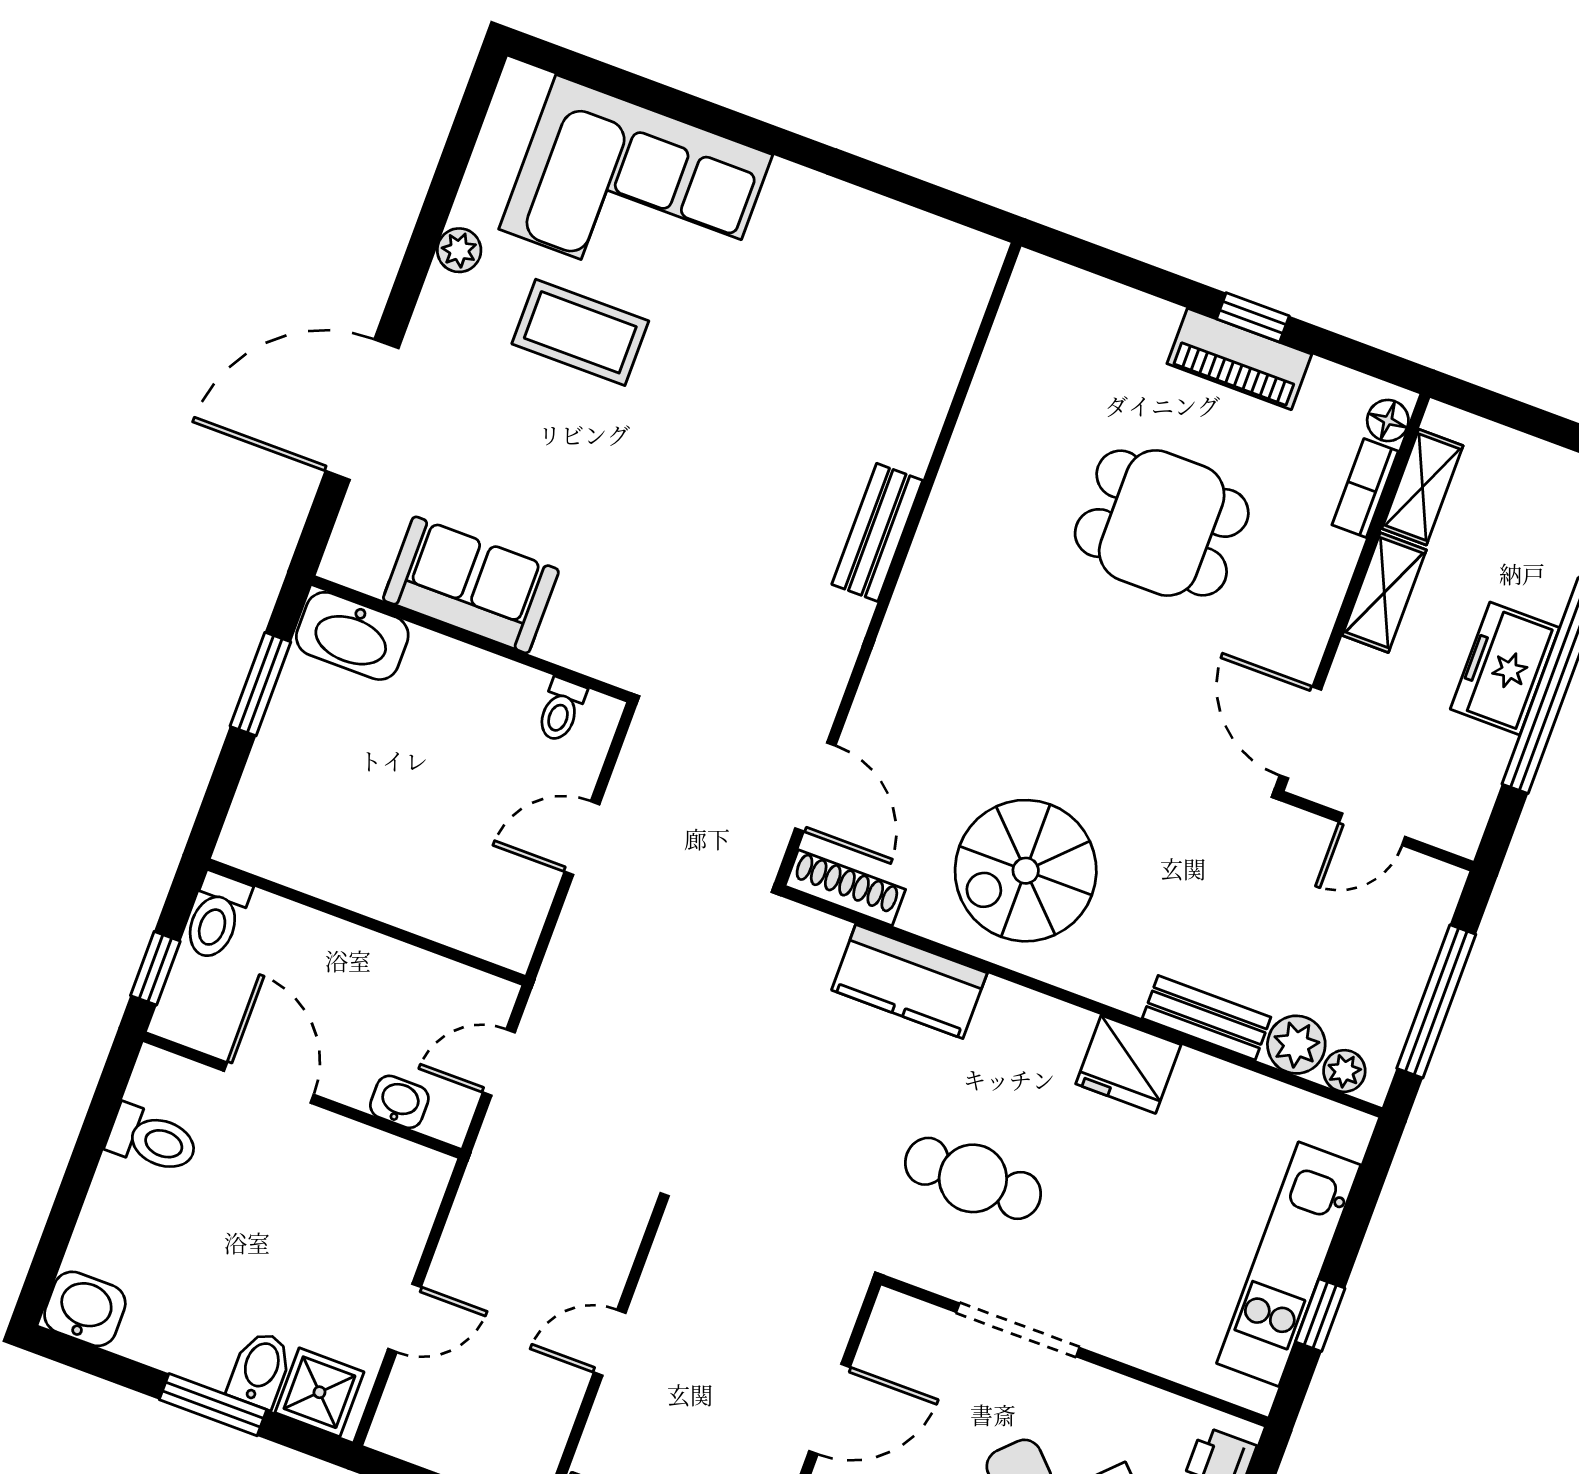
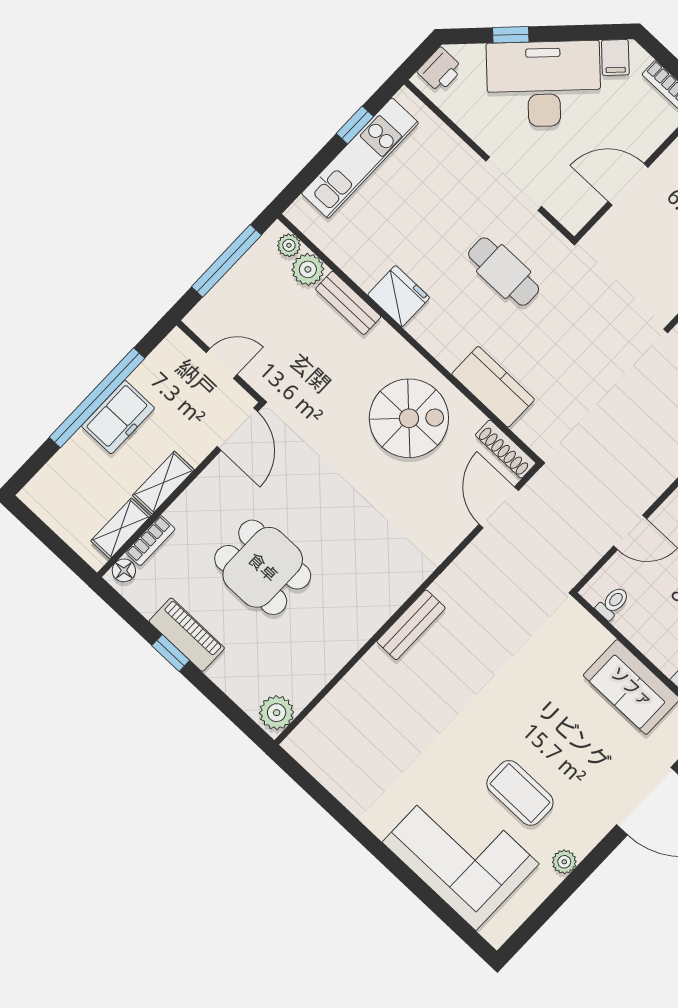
plant: (1037, 294) -> (277, 713), added

